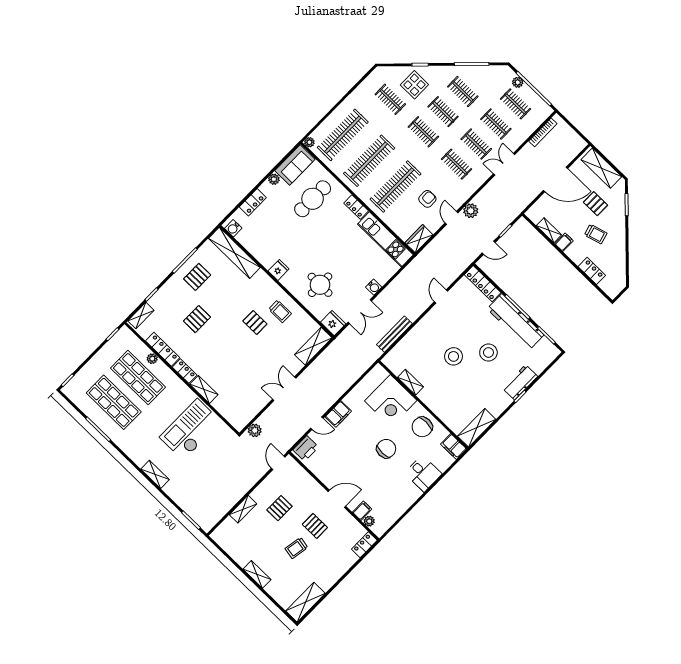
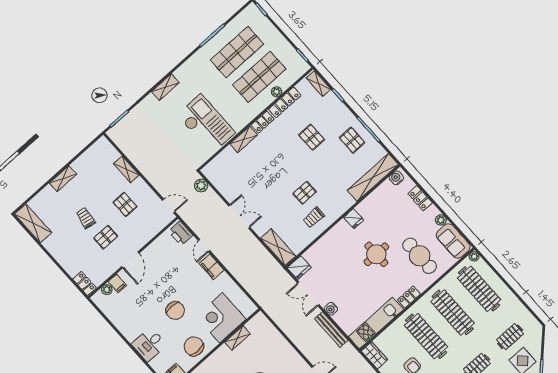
round table: (320, 285) -> (376, 254), moved
bench: (394, 334) -> (331, 329), moved

